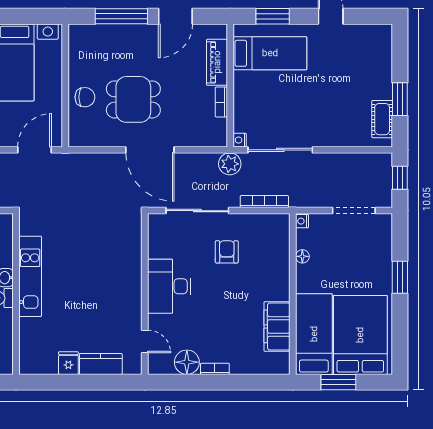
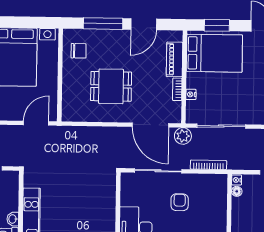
bed: (270, 53) -> (214, 53), width x1.50
chair: (85, 97) -> (79, 51), moved
nightstand: (240, 140) -> (191, 94), moved
door: (150, 150) -> (150, 125), moved
floor lamp: (302, 256) -> (237, 191), moved

